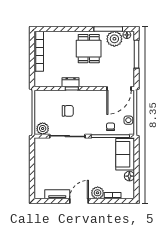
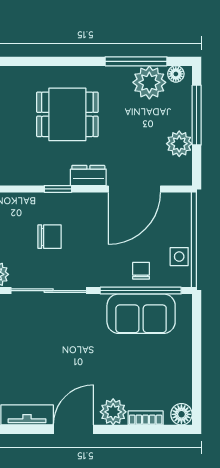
dining table: (89, 49) -> (67, 114), moved, turned 90
plant: (128, 67) -> (179, 144), added
dresser: (71, 82) -> (88, 175), moved
door: (119, 89) -> (134, 189), moved
sofa: (125, 154) -> (141, 314), moved, turned -90
floor lamp: (129, 176) -> (181, 414), moved

